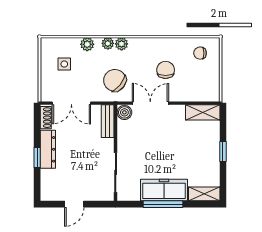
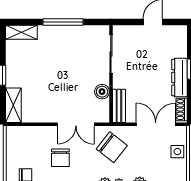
side table: (64, 64) -> (177, 152), moved
boiler: (124, 112) -> (102, 92), moved
shelving: (203, 112) -> (13, 105), moved, turned 90
freezer: (164, 190) -> (62, 36), removed

